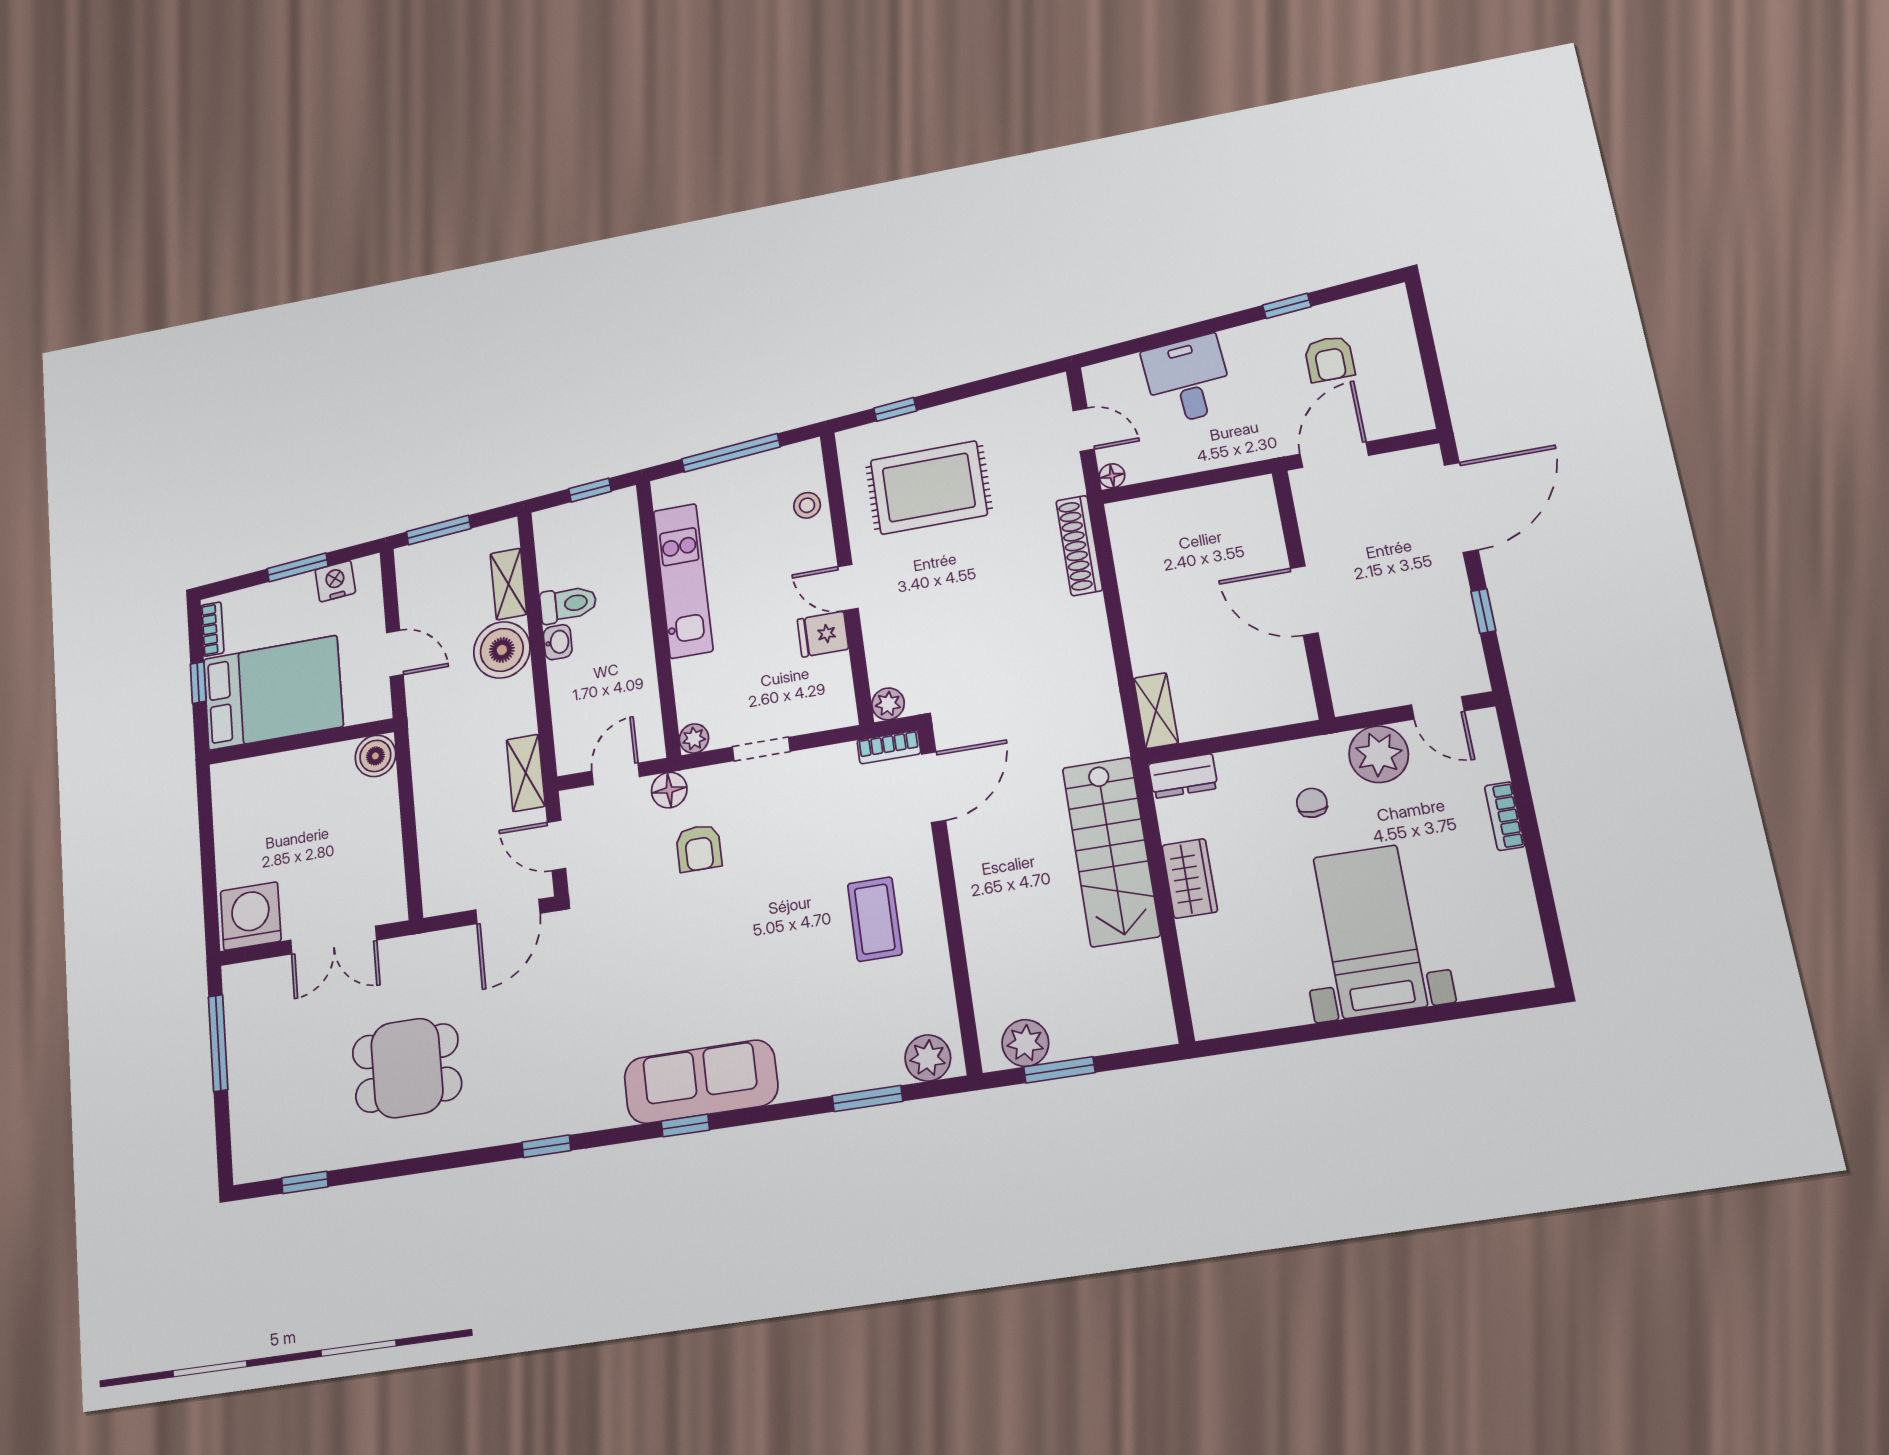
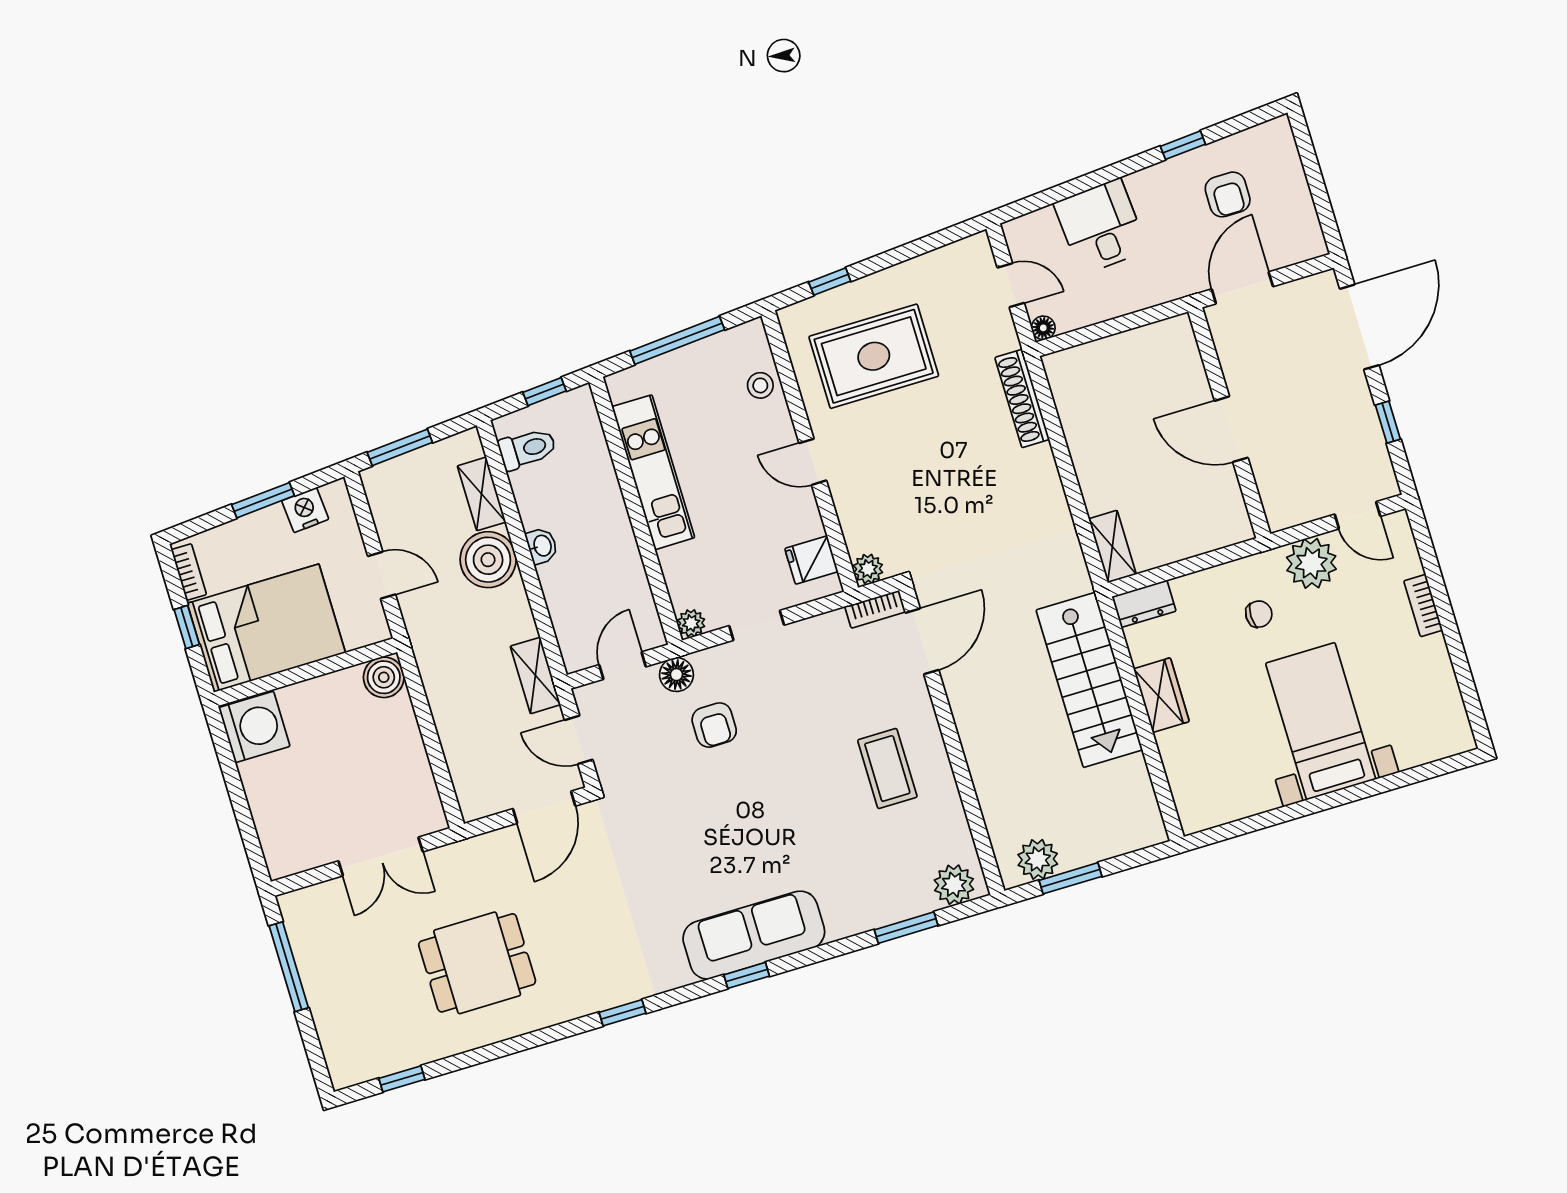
toilet: (568, 604) -> (527, 449), moved
fridge: (823, 634) -> (811, 560), moved
chair: (1312, 803) -> (1259, 614), turned 90
washing machine: (251, 916) -> (254, 727), moved, turned 90

